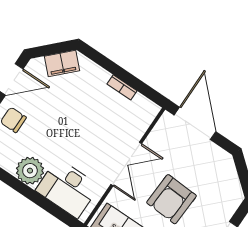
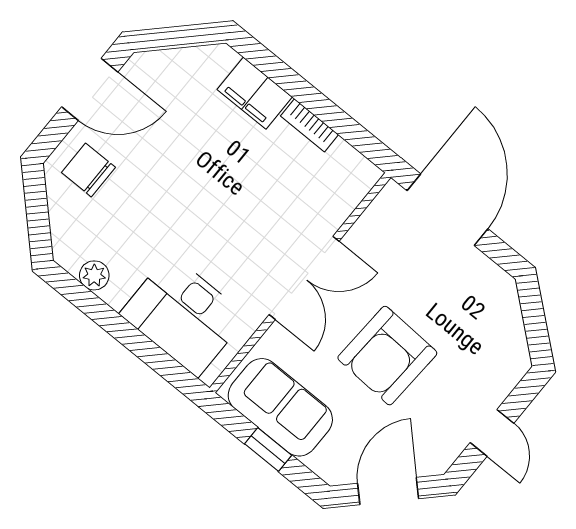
filing cabinet: (62, 63) -> (255, 93), moved, turned 45
plant: (30, 171) -> (94, 275), width x0.53, depth x0.53

